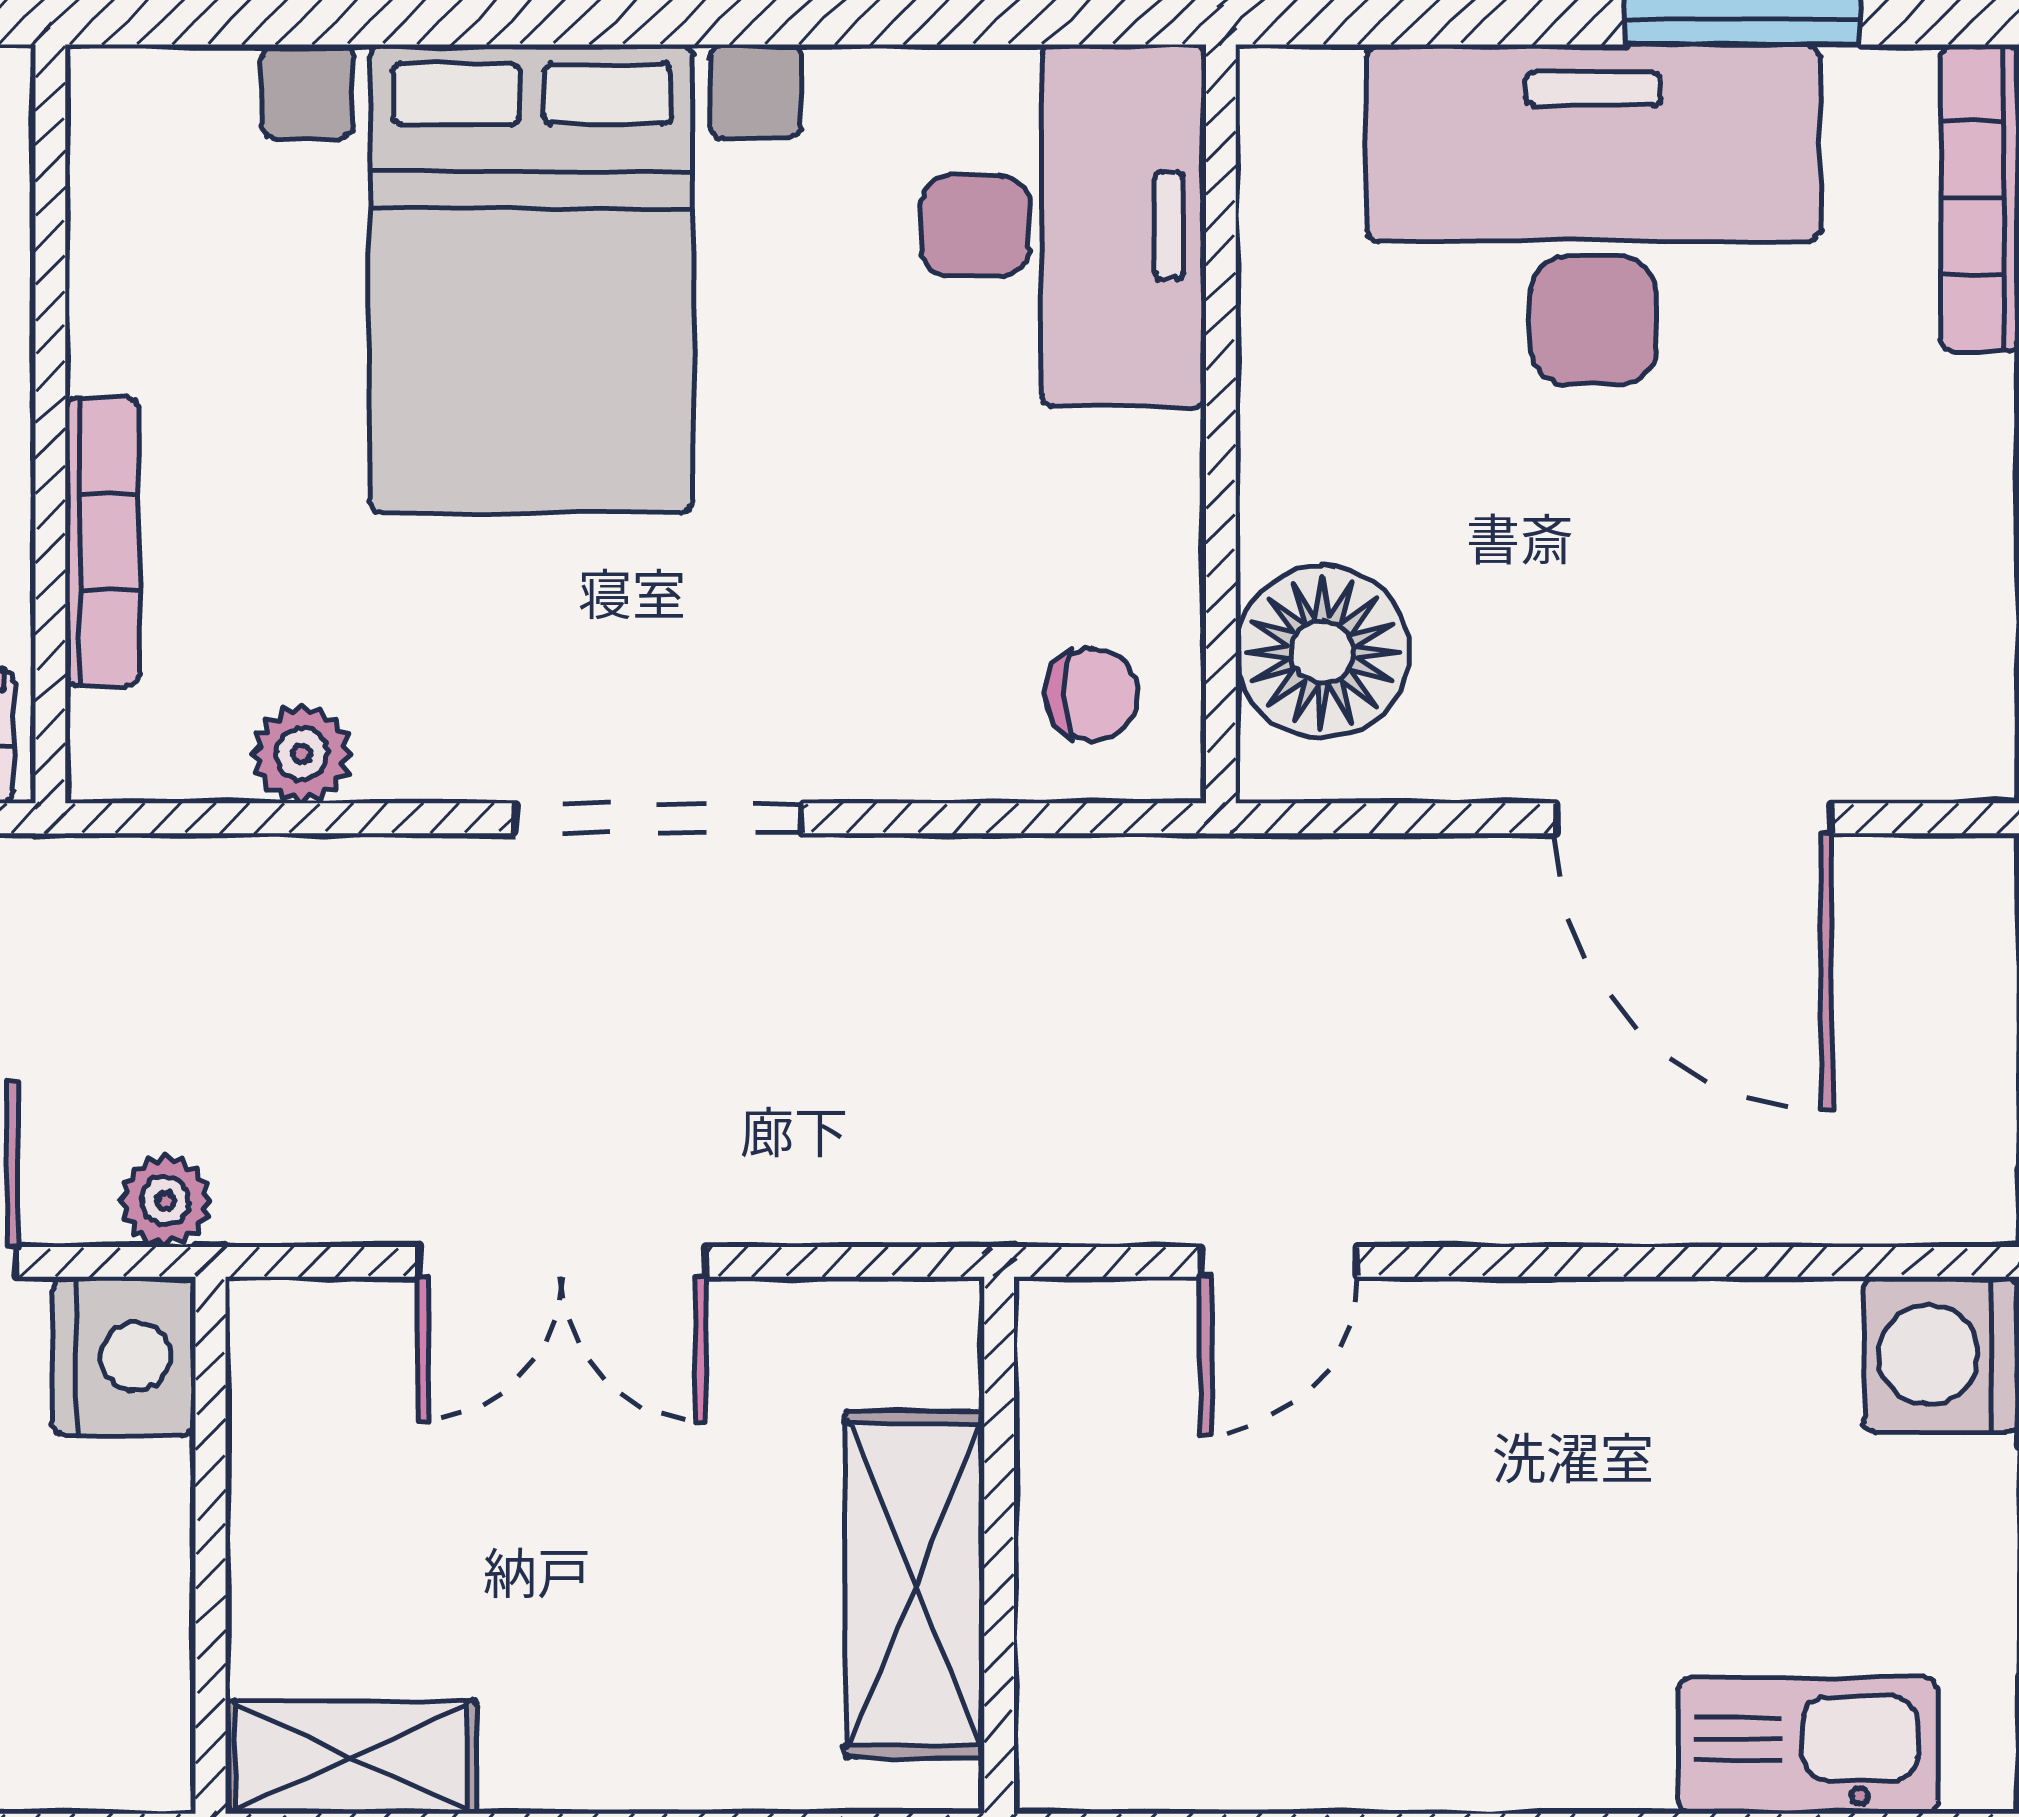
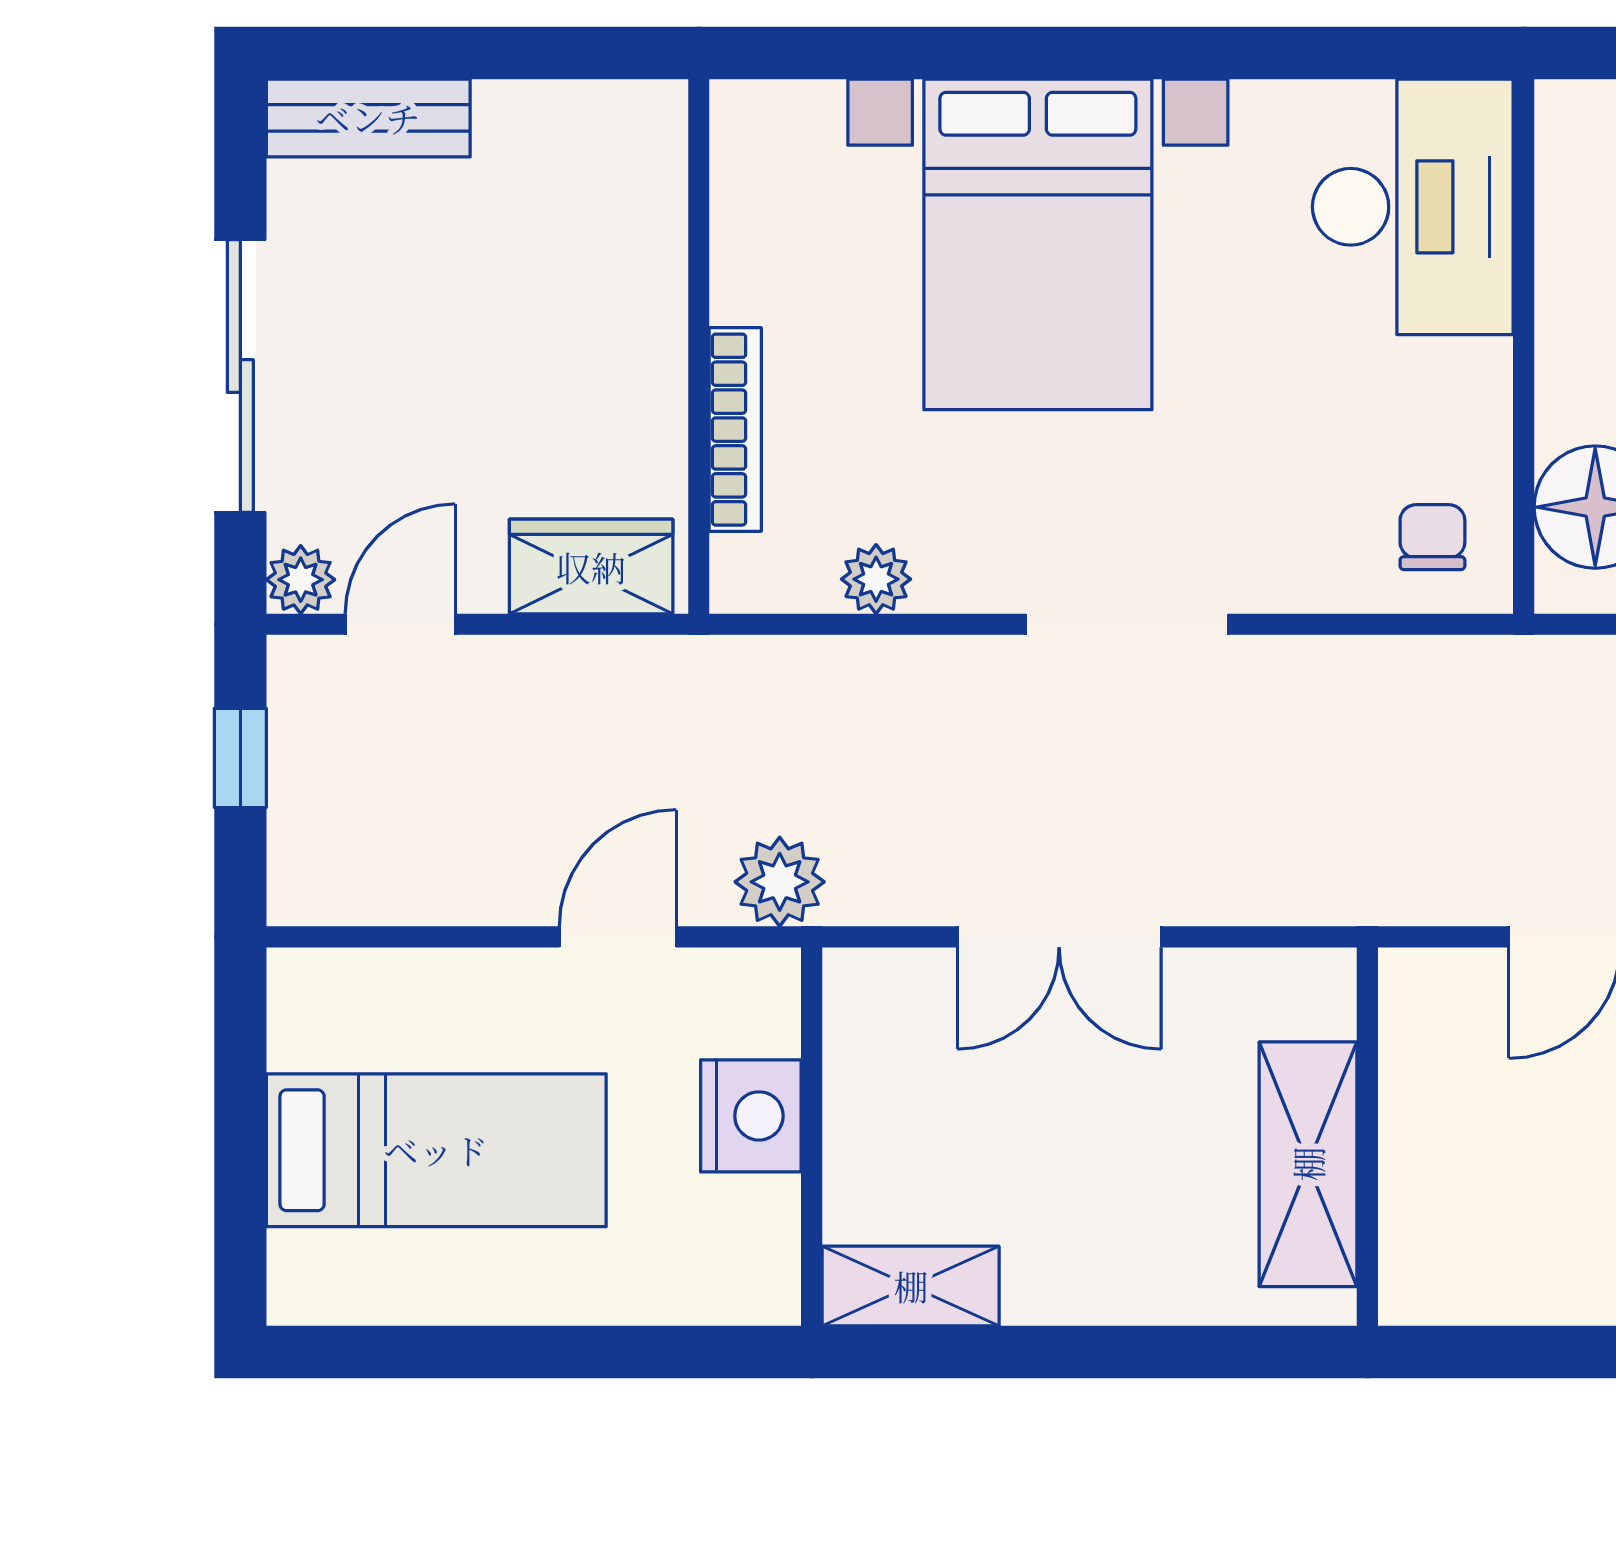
chair: (1091, 695) -> (1432, 537), turned -90
plant: (165, 1201) -> (780, 882), width x1.38, depth x1.38
nightstand: (124, 1356) -> (751, 1116), moved

